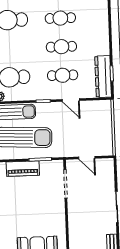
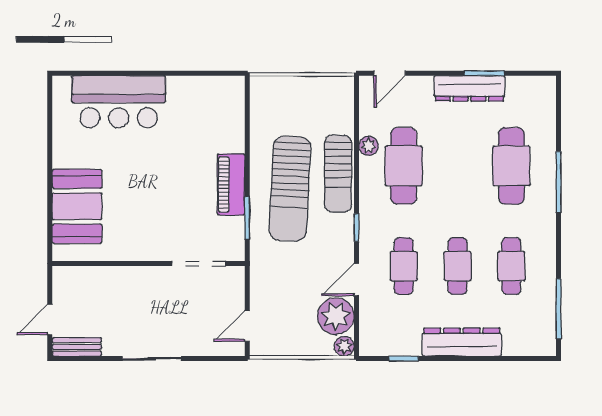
dresser: (103, 77) -> (462, 342), moved
plant: (106, 105) -> (344, 346), added
plant: (91, 110) -> (336, 316), added
door: (87, 158) -> (247, 326), moved

